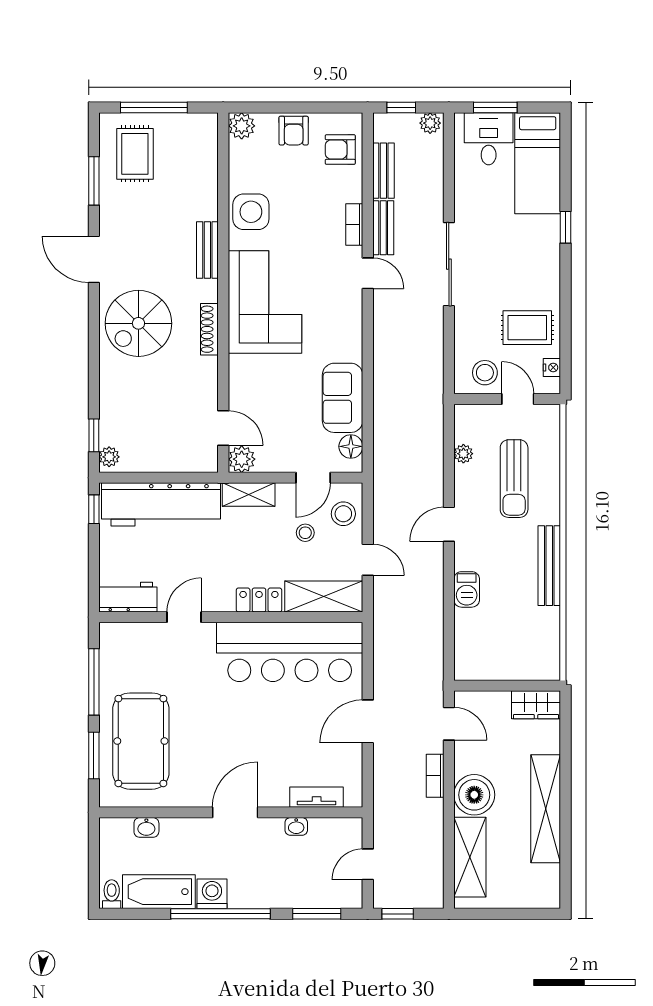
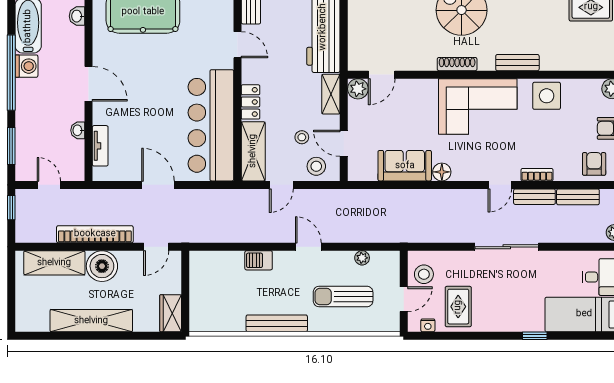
floor lamp: (351, 446) -> (442, 172), moved
bookcase: (435, 776) -> (95, 234), width x2.31, depth x1.31

